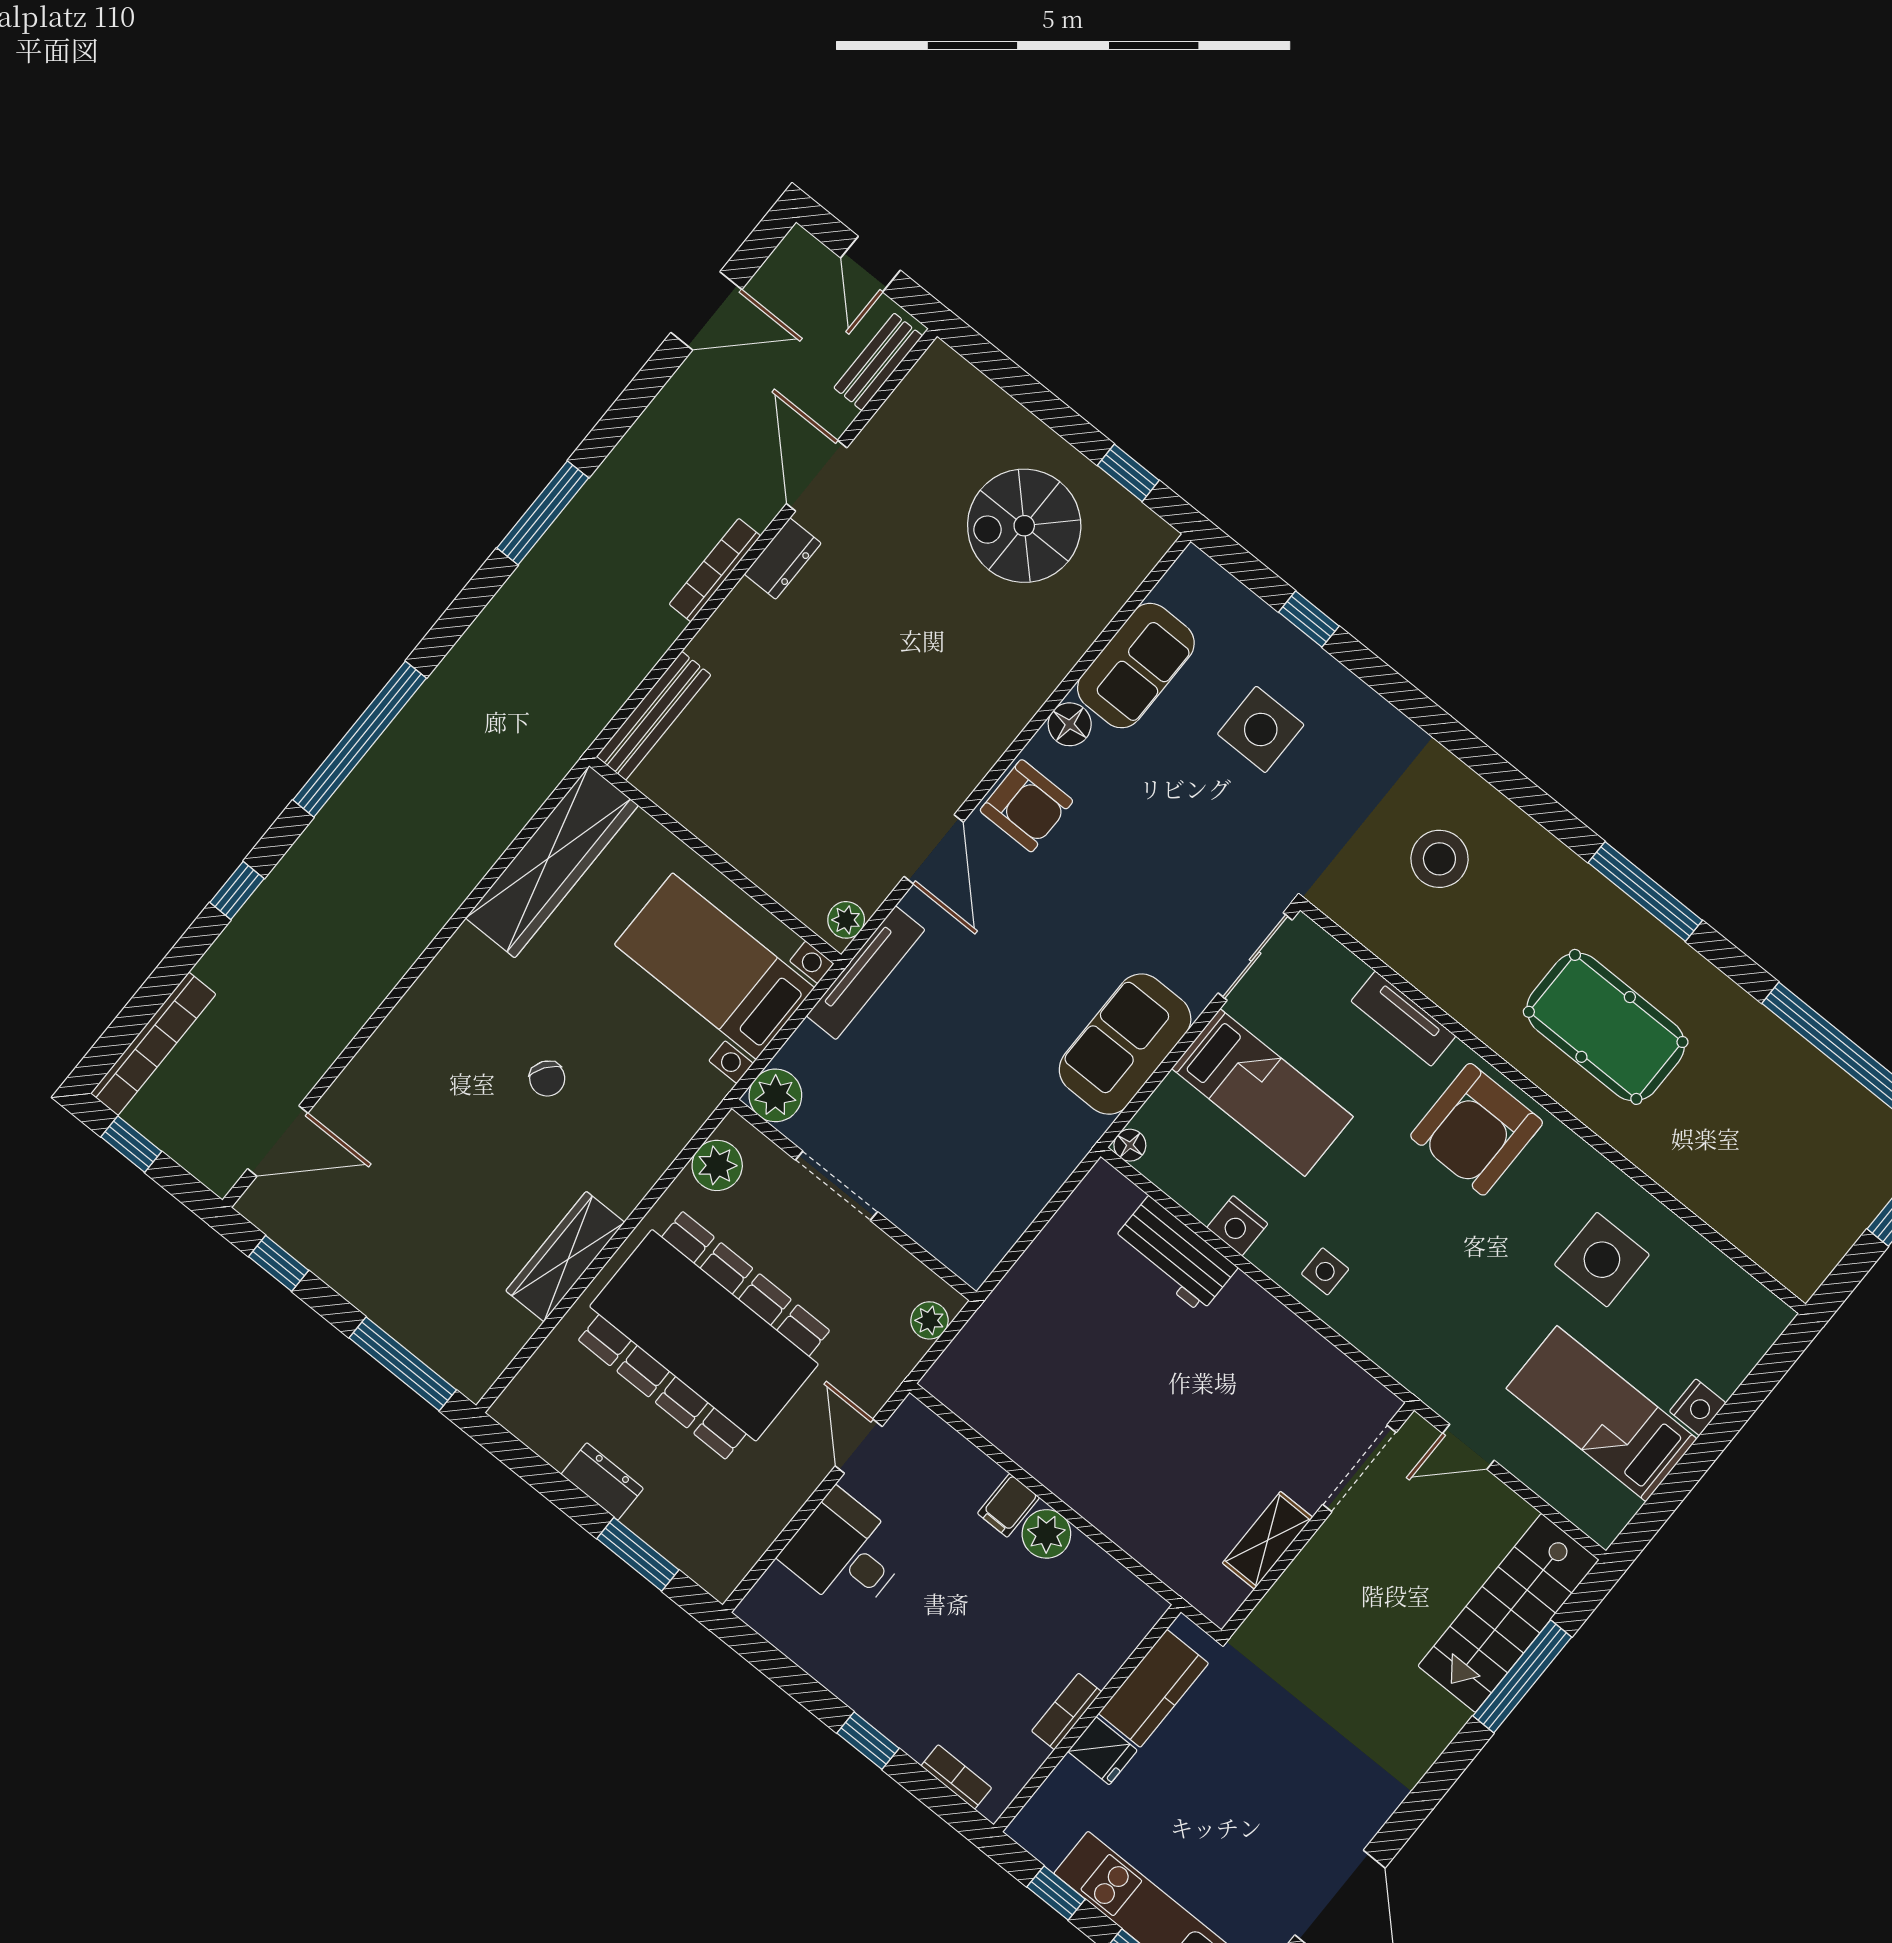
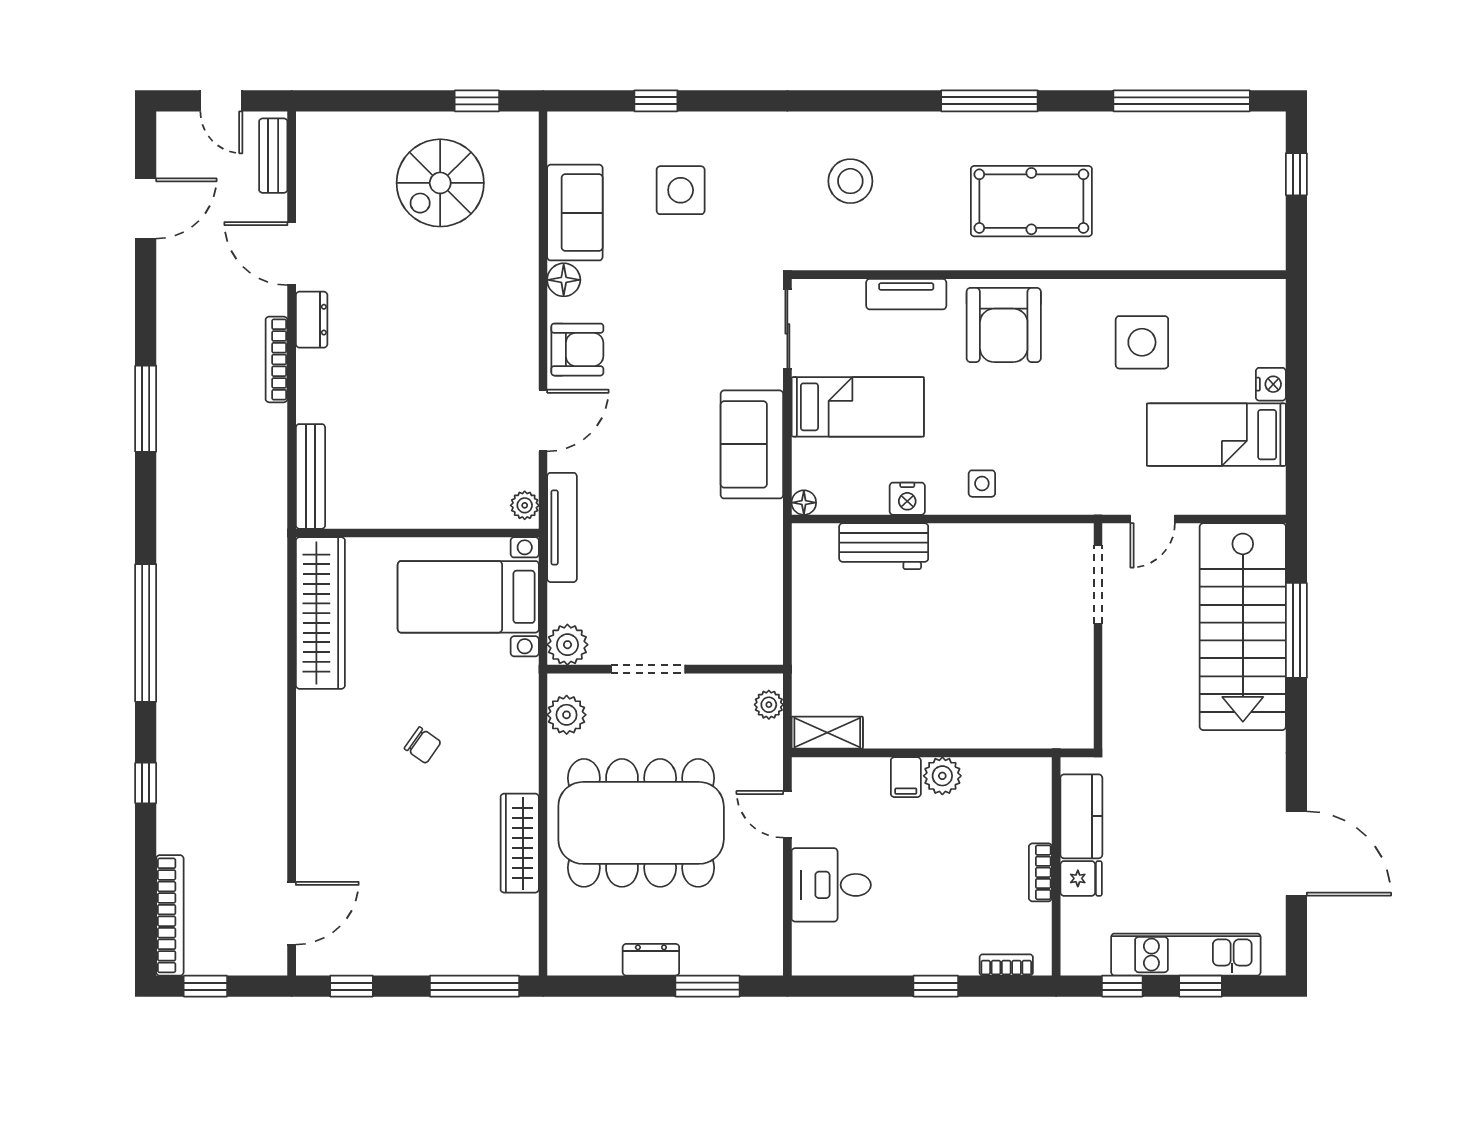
door: (934, 849) -> (543, 421), hinge flipped
shelving: (1268, 1540) -> (827, 733), moved, turned 90
stairs: (1508, 1613) -> (1243, 627), width x1.36, depth x1.51

